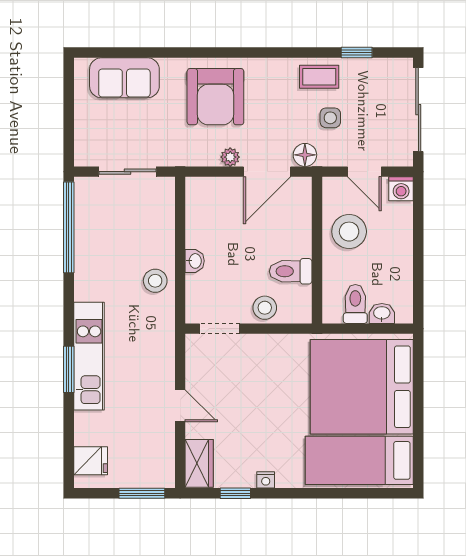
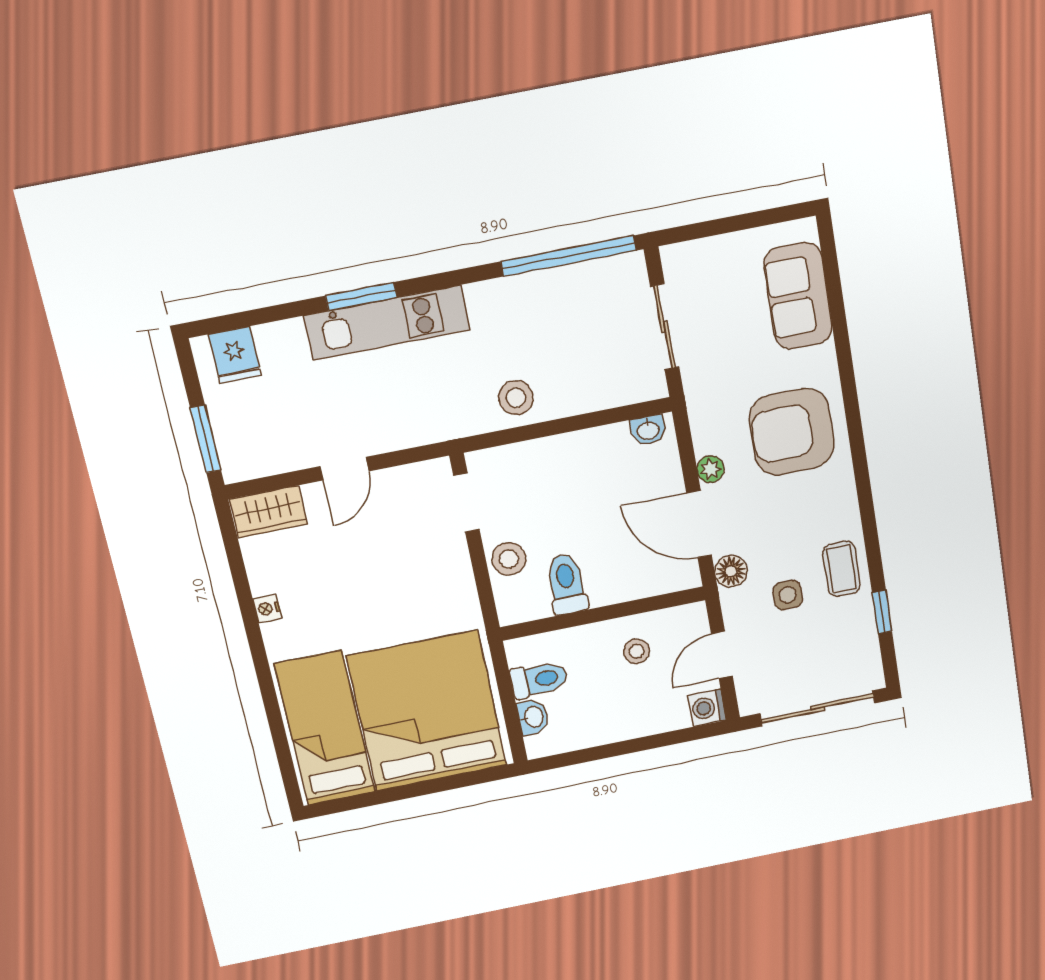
stool: (349, 232) -> (637, 651), width x0.53, depth x0.53
washbasin: (195, 261) -> (648, 430), moved
window: (235, 493) -> (238, 571), removed

